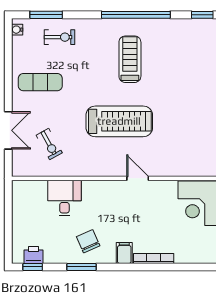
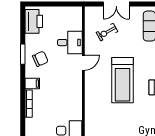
door: (138, 178) -> (83, 63), moved
printer: (34, 255) -> (34, 21), width x1.87, depth x1.48
window: (33, 267) -> (23, 21), removed

